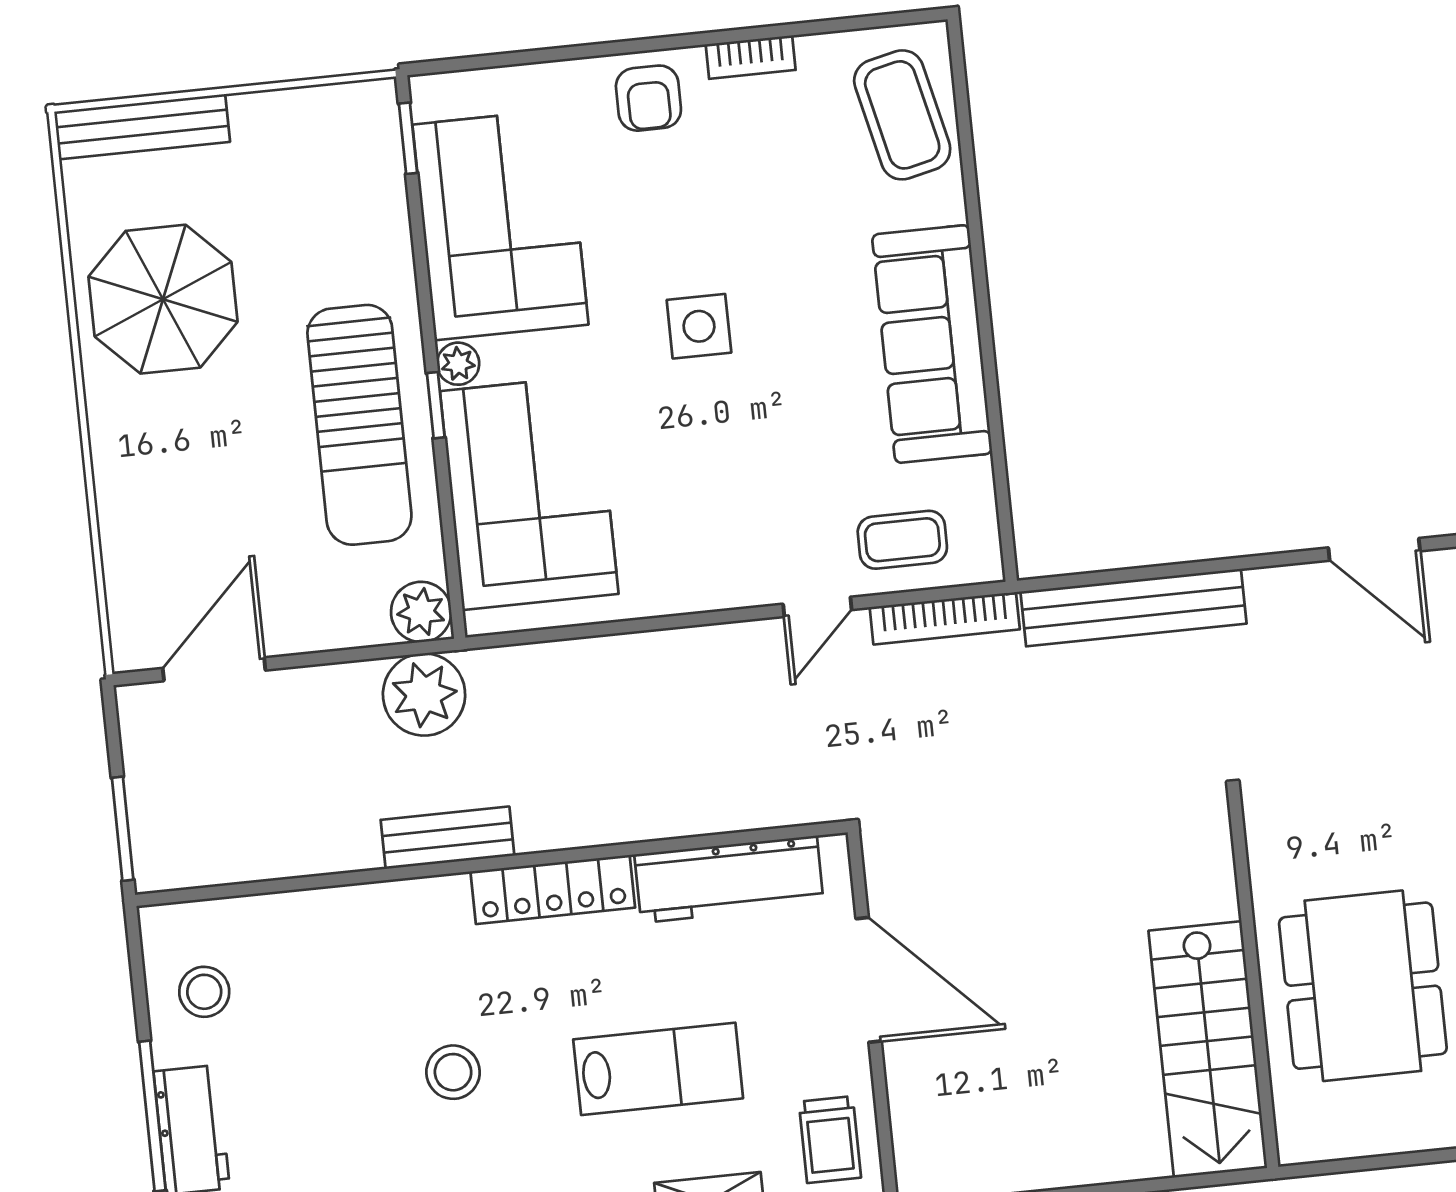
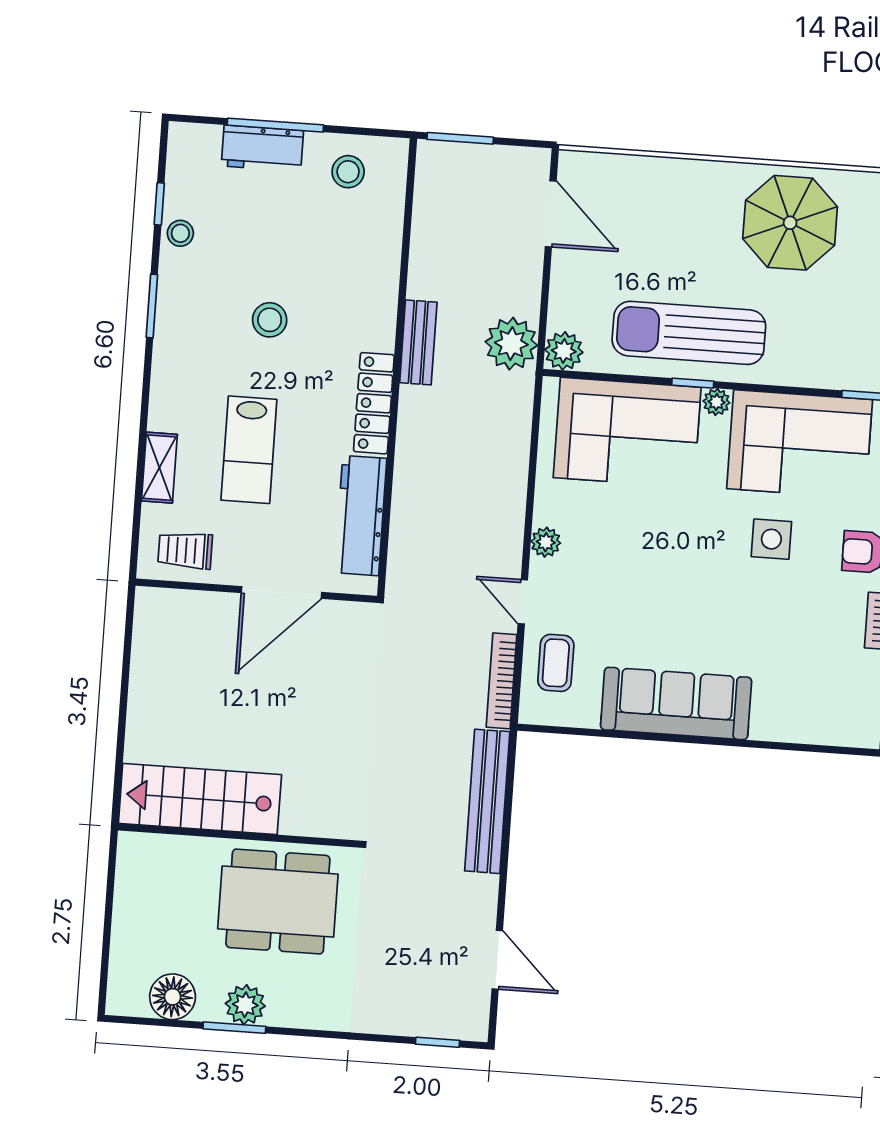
coffee table: (902, 115) -> (824, 710), removed
side table: (699, 326) -> (771, 539), moved
door: (1374, 549) -> (497, 960), swing flipped
plant: (720, 588) -> (546, 542), added
dining table: (1363, 986) -> (278, 901), moved

